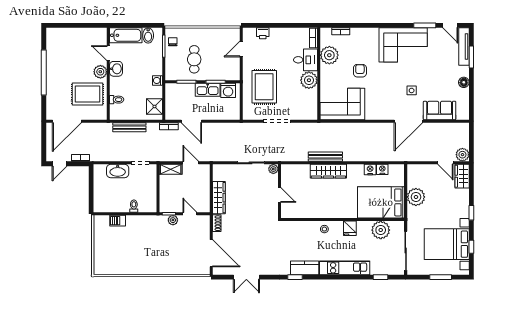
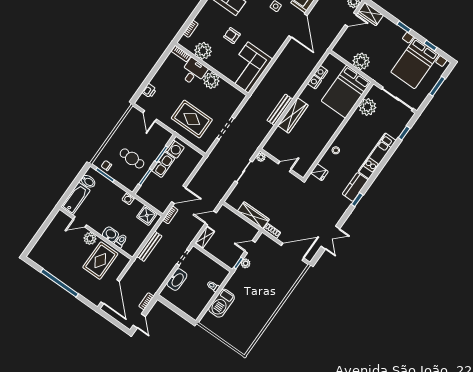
washbasin: (116, 69) -> (110, 235), moved
barbecue: (118, 221) -> (222, 303), width x1.88, depth x1.53
fridge: (350, 228) -> (319, 172), moved

